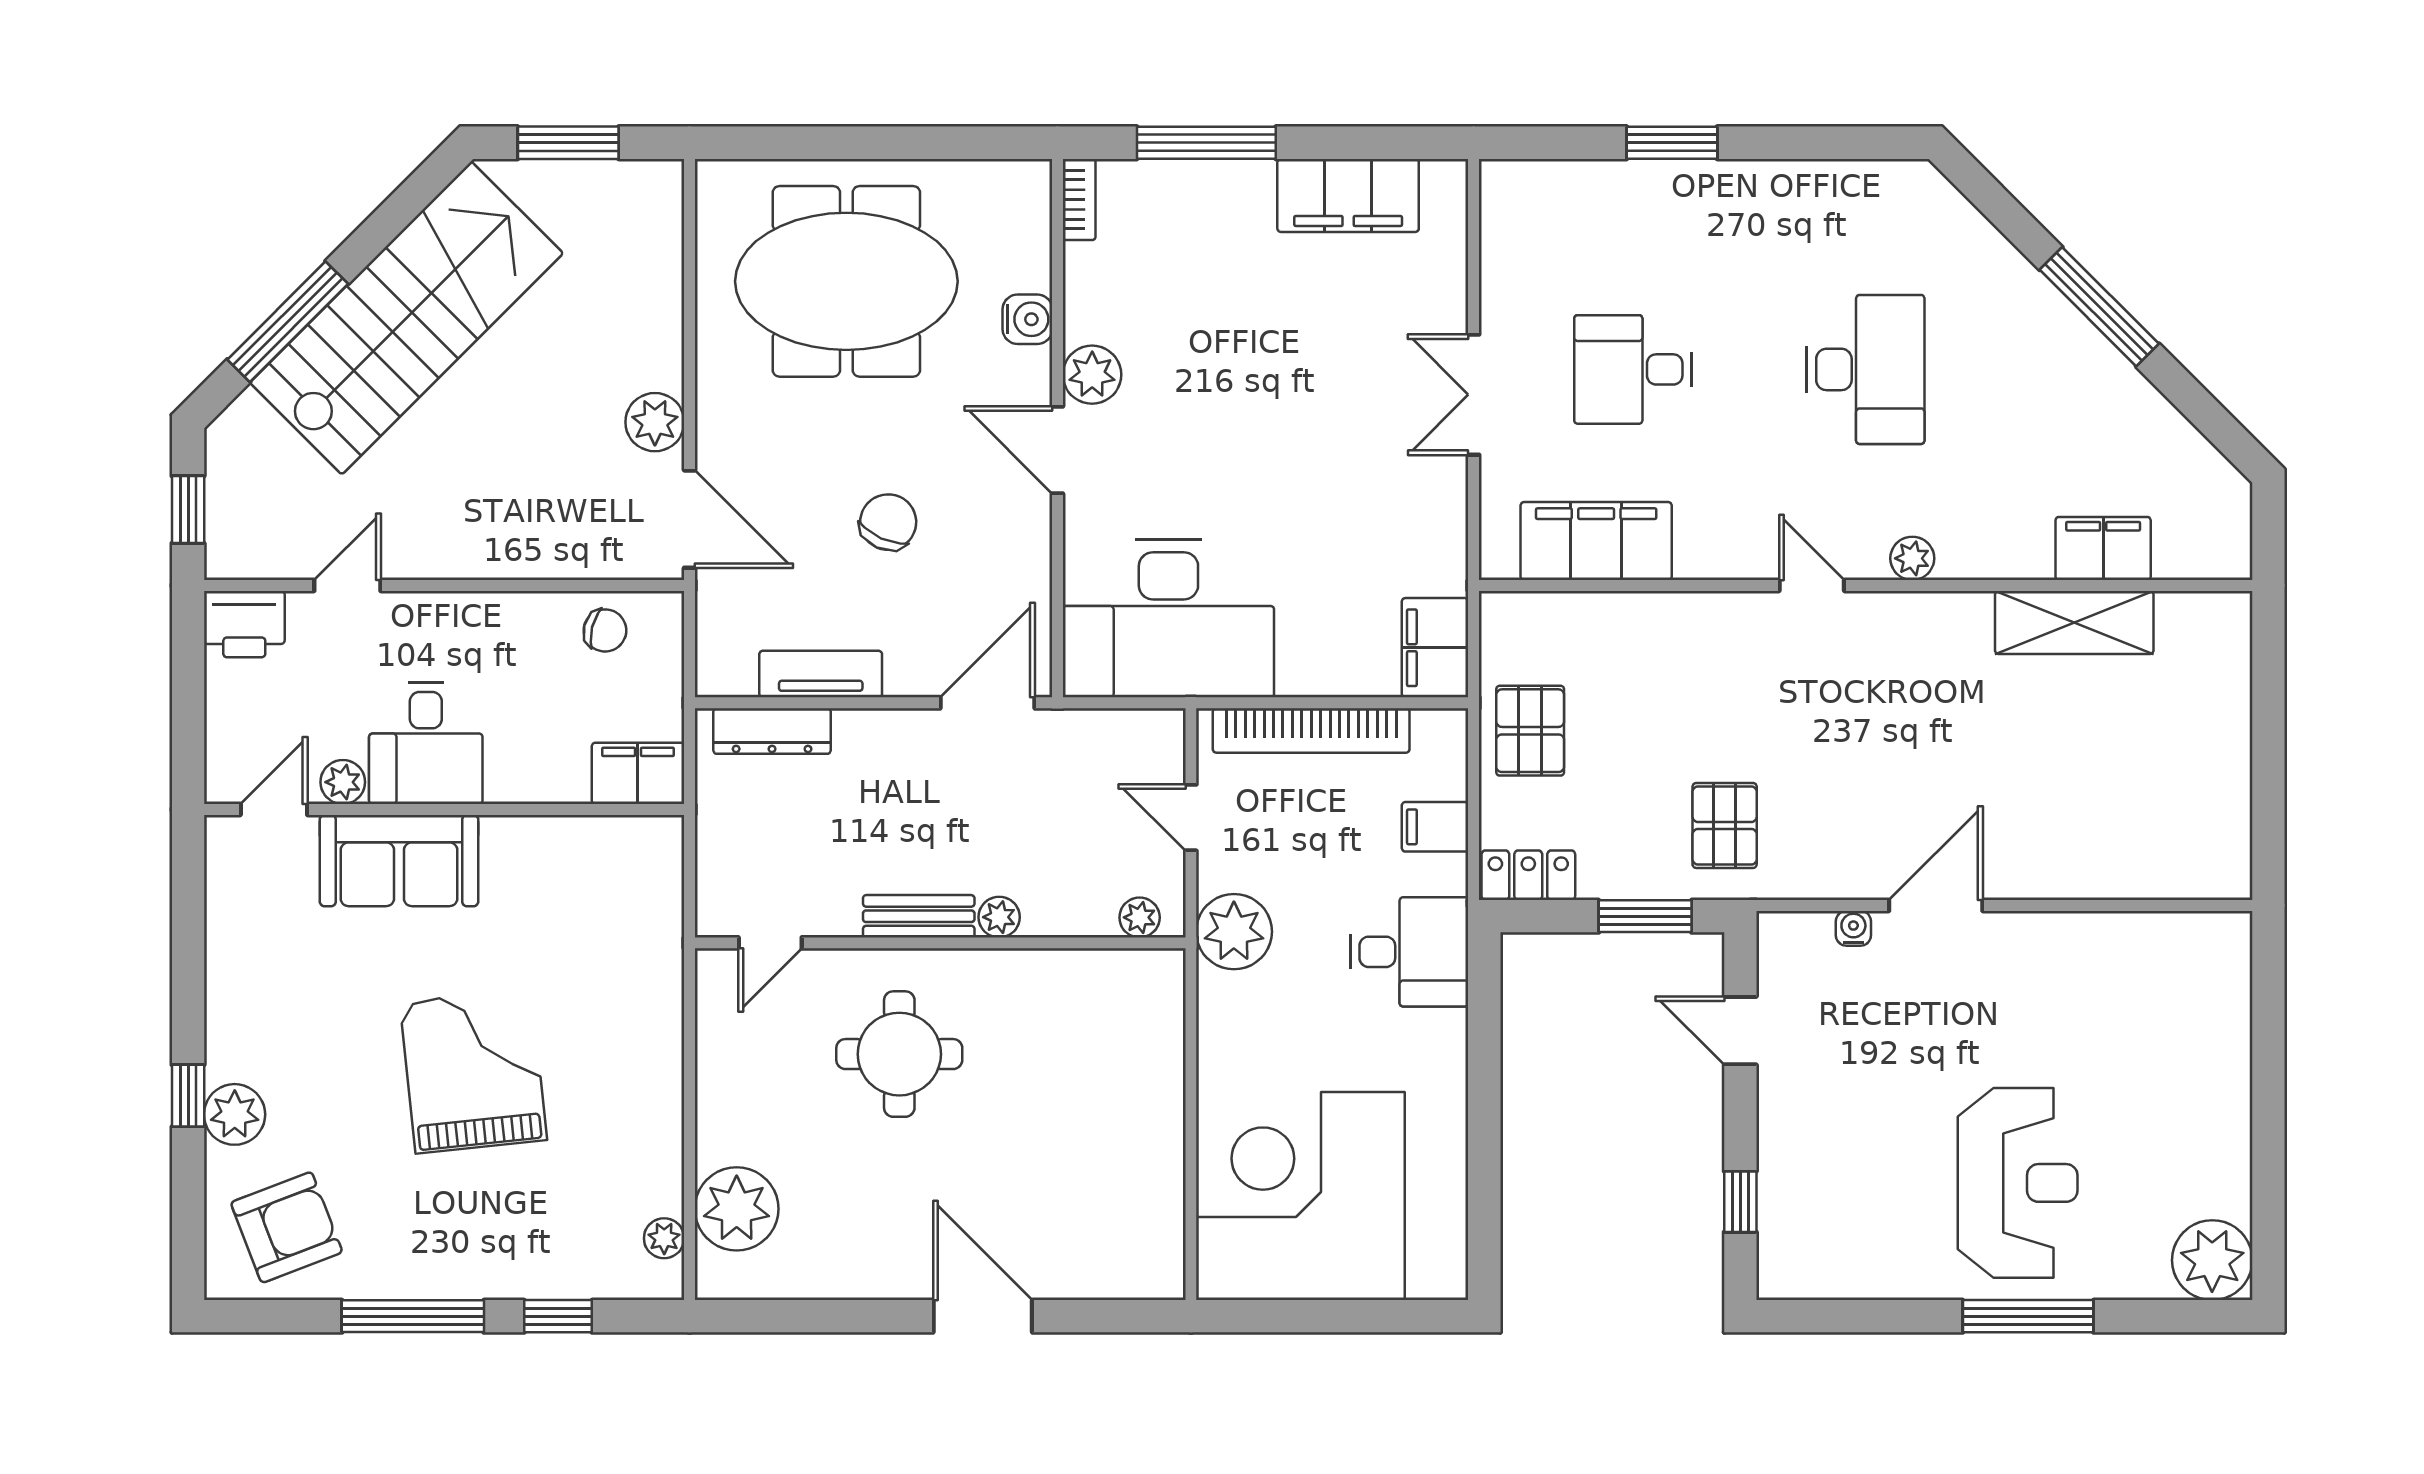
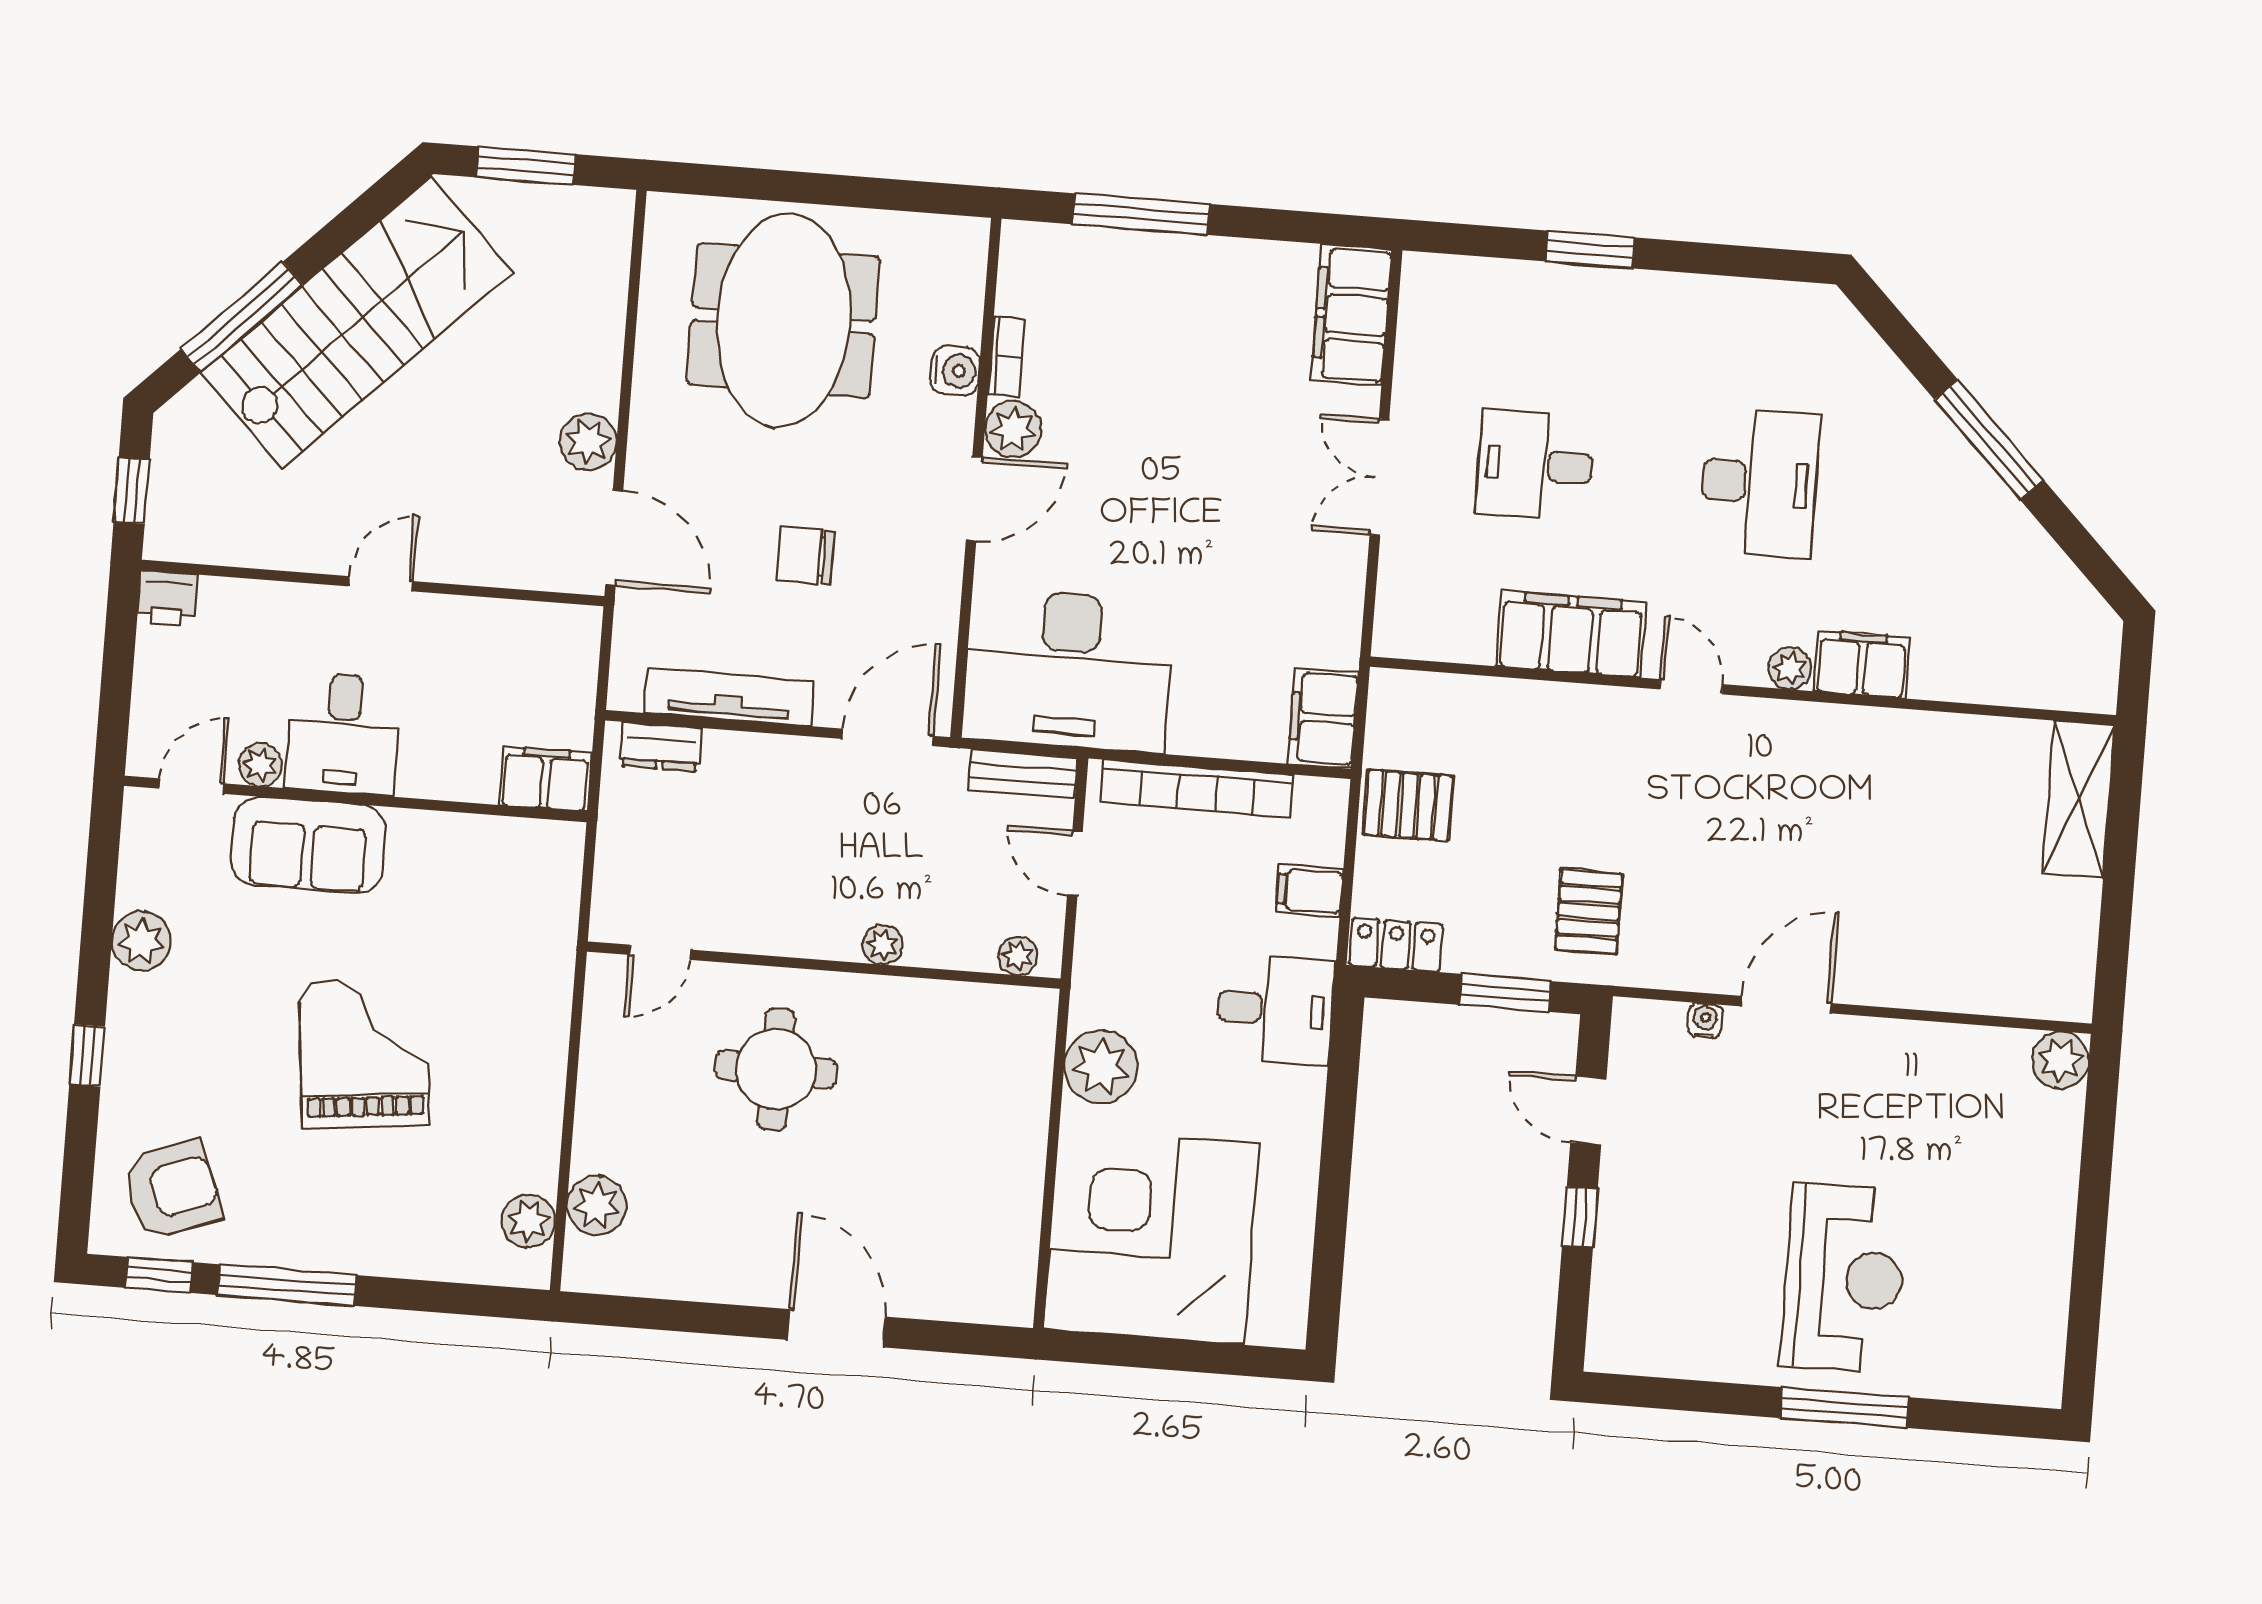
filing cabinet: (1348, 195) -> (1352, 315), moved, turned 90
bookcase: (1079, 199) -> (1006, 357), moved
meeting table: (846, 281) -> (783, 320), turned 90
door: (1058, 450) -> (974, 499), swing flipped
chair: (888, 522) -> (806, 556), turned -114
filing cabinet: (1596, 541) -> (1571, 634), moved
filing cabinet: (2103, 548) -> (1862, 664), moved
door: (347, 585) -> (381, 584), moved
shelving: (2074, 622) -> (2079, 799), moved, turned 90
printer: (244, 624) -> (167, 598), width x0.73, depth x0.81
chair: (605, 630) -> (524, 639), removed
tv unit: (821, 674) -> (729, 697), width x1.41
dresser: (772, 731) -> (661, 747), width x0.70
pallet: (1530, 731) -> (1408, 805), turned 90
bench: (919, 916) -> (1023, 774), moved
plant: (1234, 932) -> (1101, 1067), moved
plant: (235, 1114) -> (141, 941), moved
window: (1740, 1202) -> (1580, 1217), moved
plant: (737, 1209) -> (597, 1205), width x0.73, depth x0.73
plant: (664, 1238) -> (529, 1221), width x1.38, depth x1.38
plant: (2212, 1260) -> (2060, 1060), moved, width x0.73, depth x0.73
window: (558, 1316) -> (159, 1275), moved

